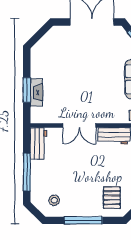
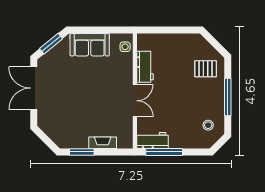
window: (27, 90) -> (82, 152), moved
window: (27, 172) -> (164, 152), moved

